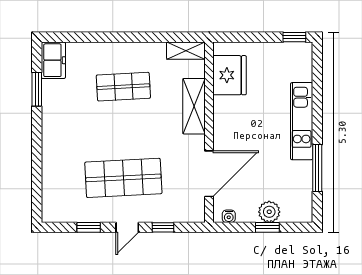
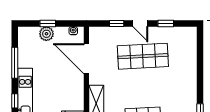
window: (317, 110) -> (15, 101), added
door: (209, 174) -> (86, 59), hinge flipped
door: (127, 227) -> (140, 23), swing flipped

